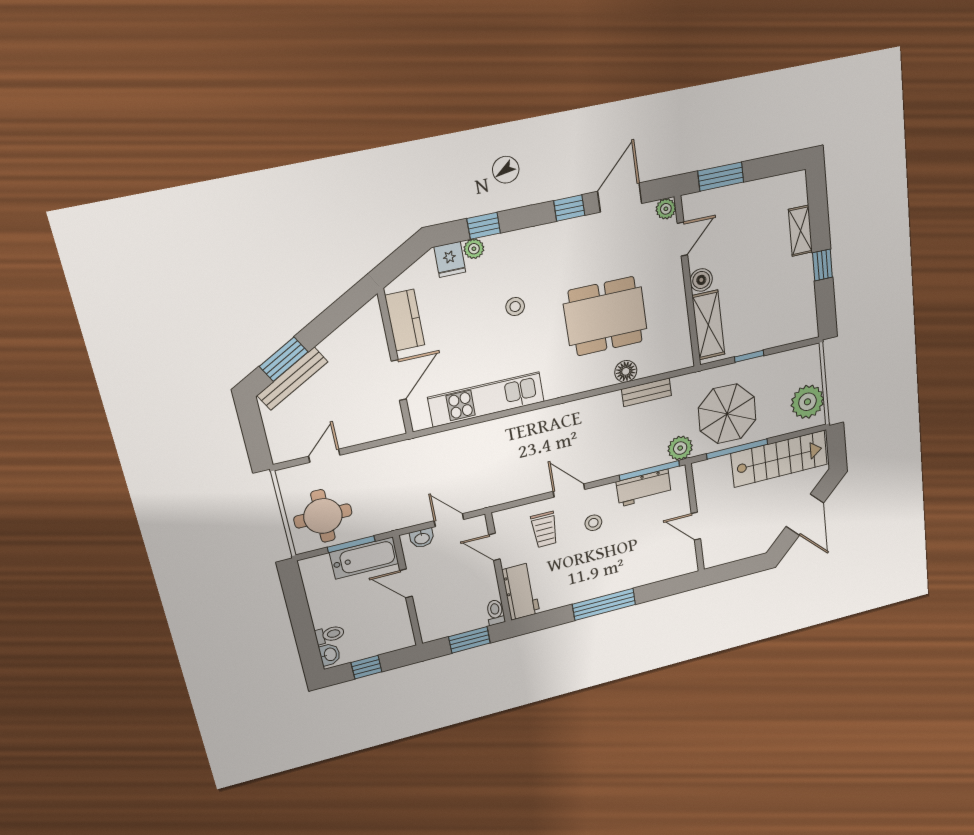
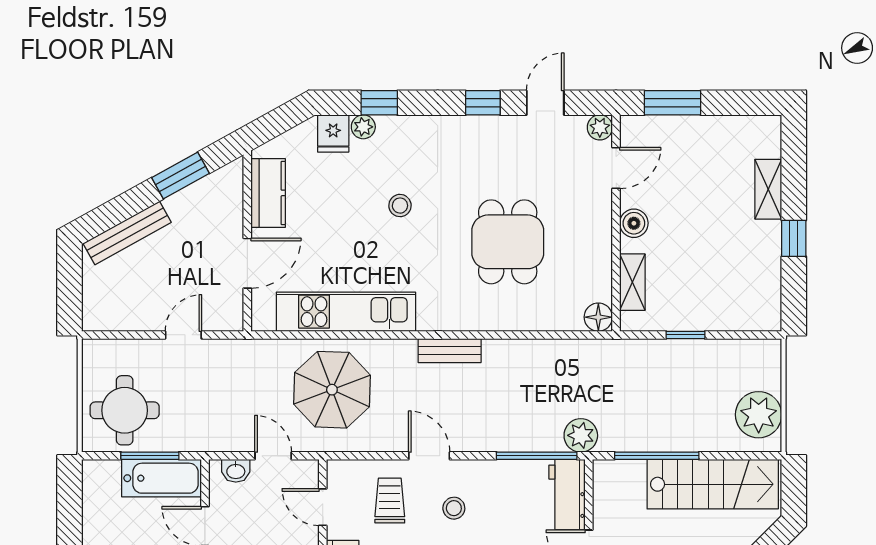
door: (620, 198) -> (545, 103), width x0.73
dining table: (605, 316) -> (508, 242), width x0.73
shelving: (708, 325) -> (632, 282), width x0.67, depth x0.75
window: (284, 359) -> (180, 175), moved
floor lamp: (626, 371) -> (598, 317), moved
bench: (647, 392) -> (450, 351), moved
parasol: (727, 414) -> (332, 390), moved
door: (324, 456) -> (183, 335), moved
workbench: (644, 488) -> (567, 494), moved, turned 90
trolley: (544, 529) -> (390, 500), turned 180

